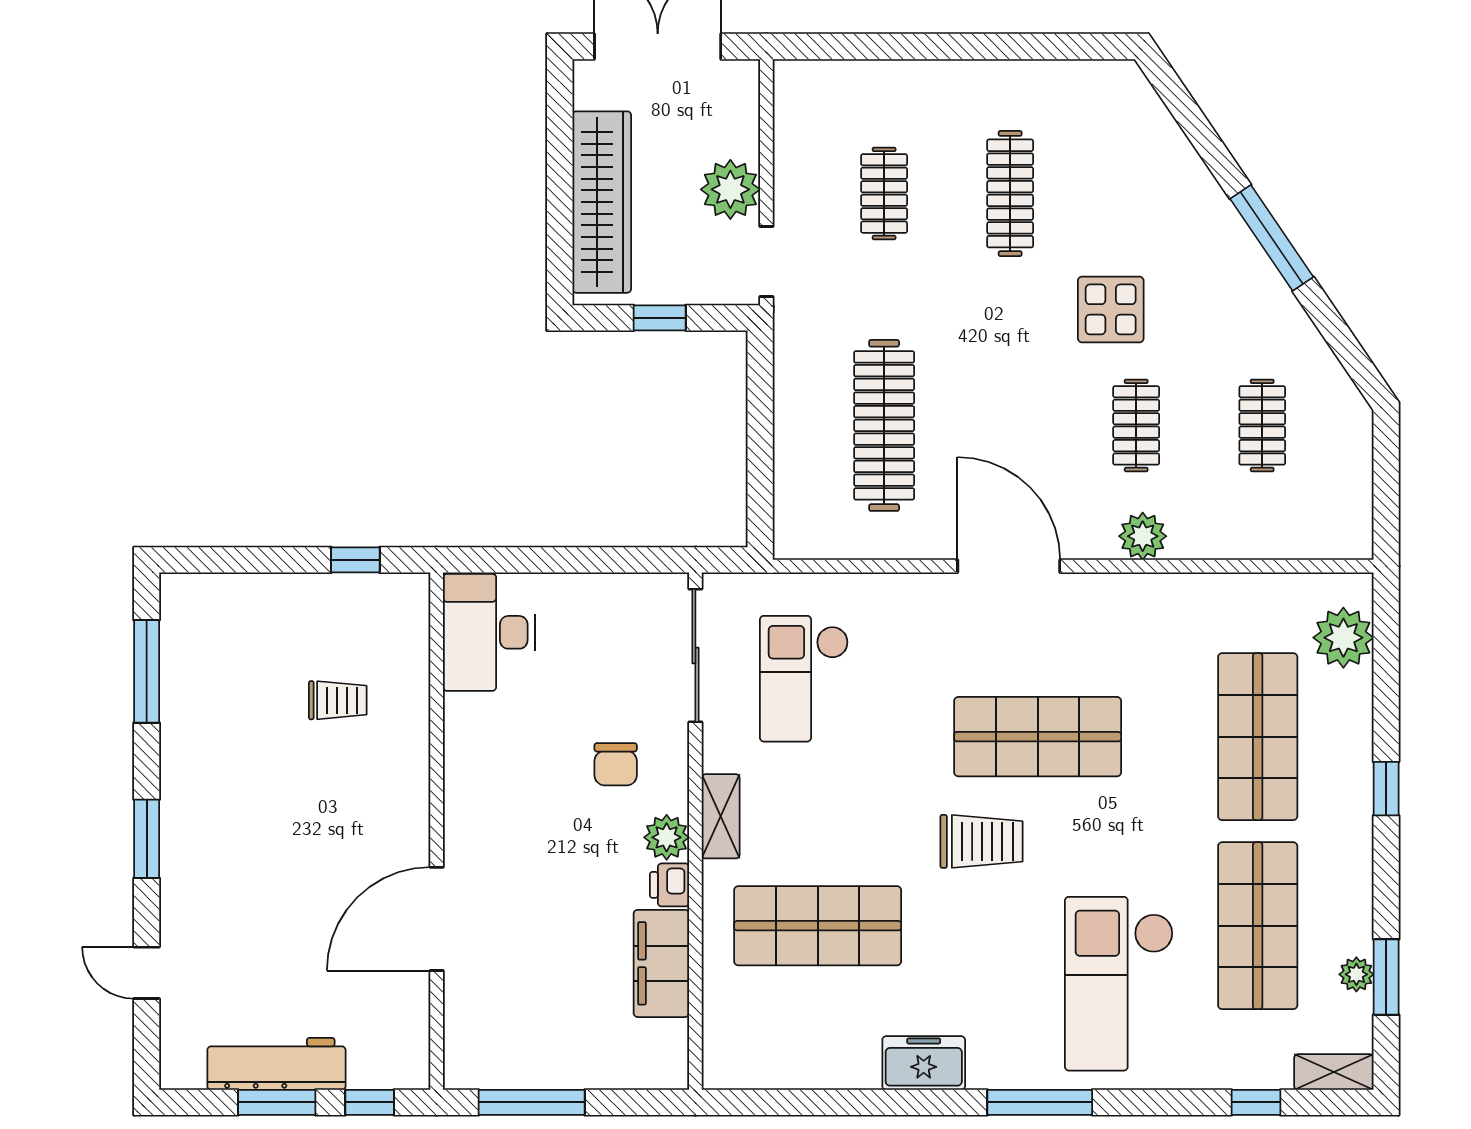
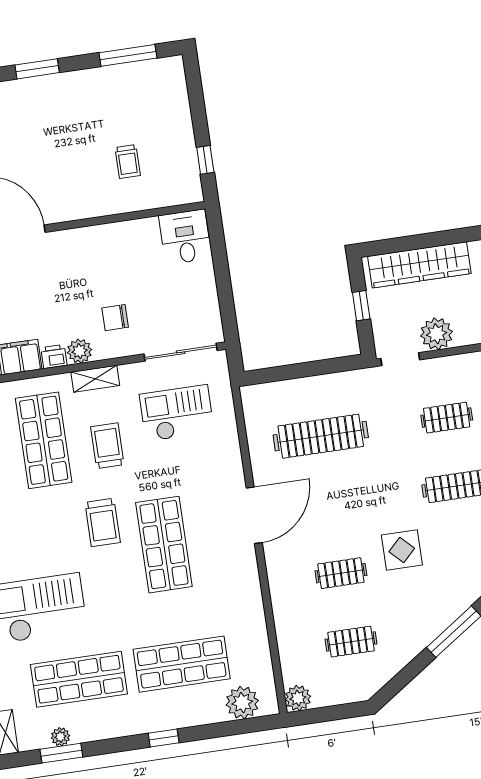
plant: (1143, 536) -> (298, 698), moved
desk: (489, 632) -> (185, 237), width x0.73
trolley: (845, 812) -> (107, 446), added

